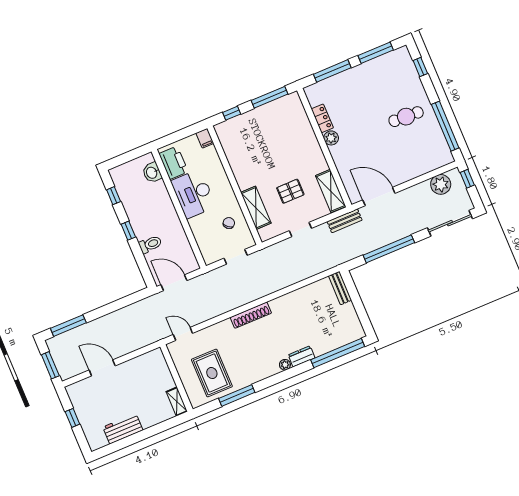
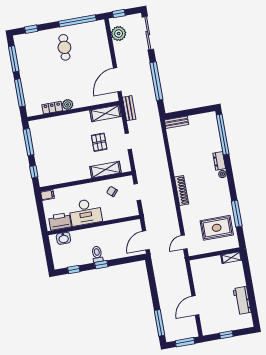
toilet: (150, 244) -> (97, 254), moved

